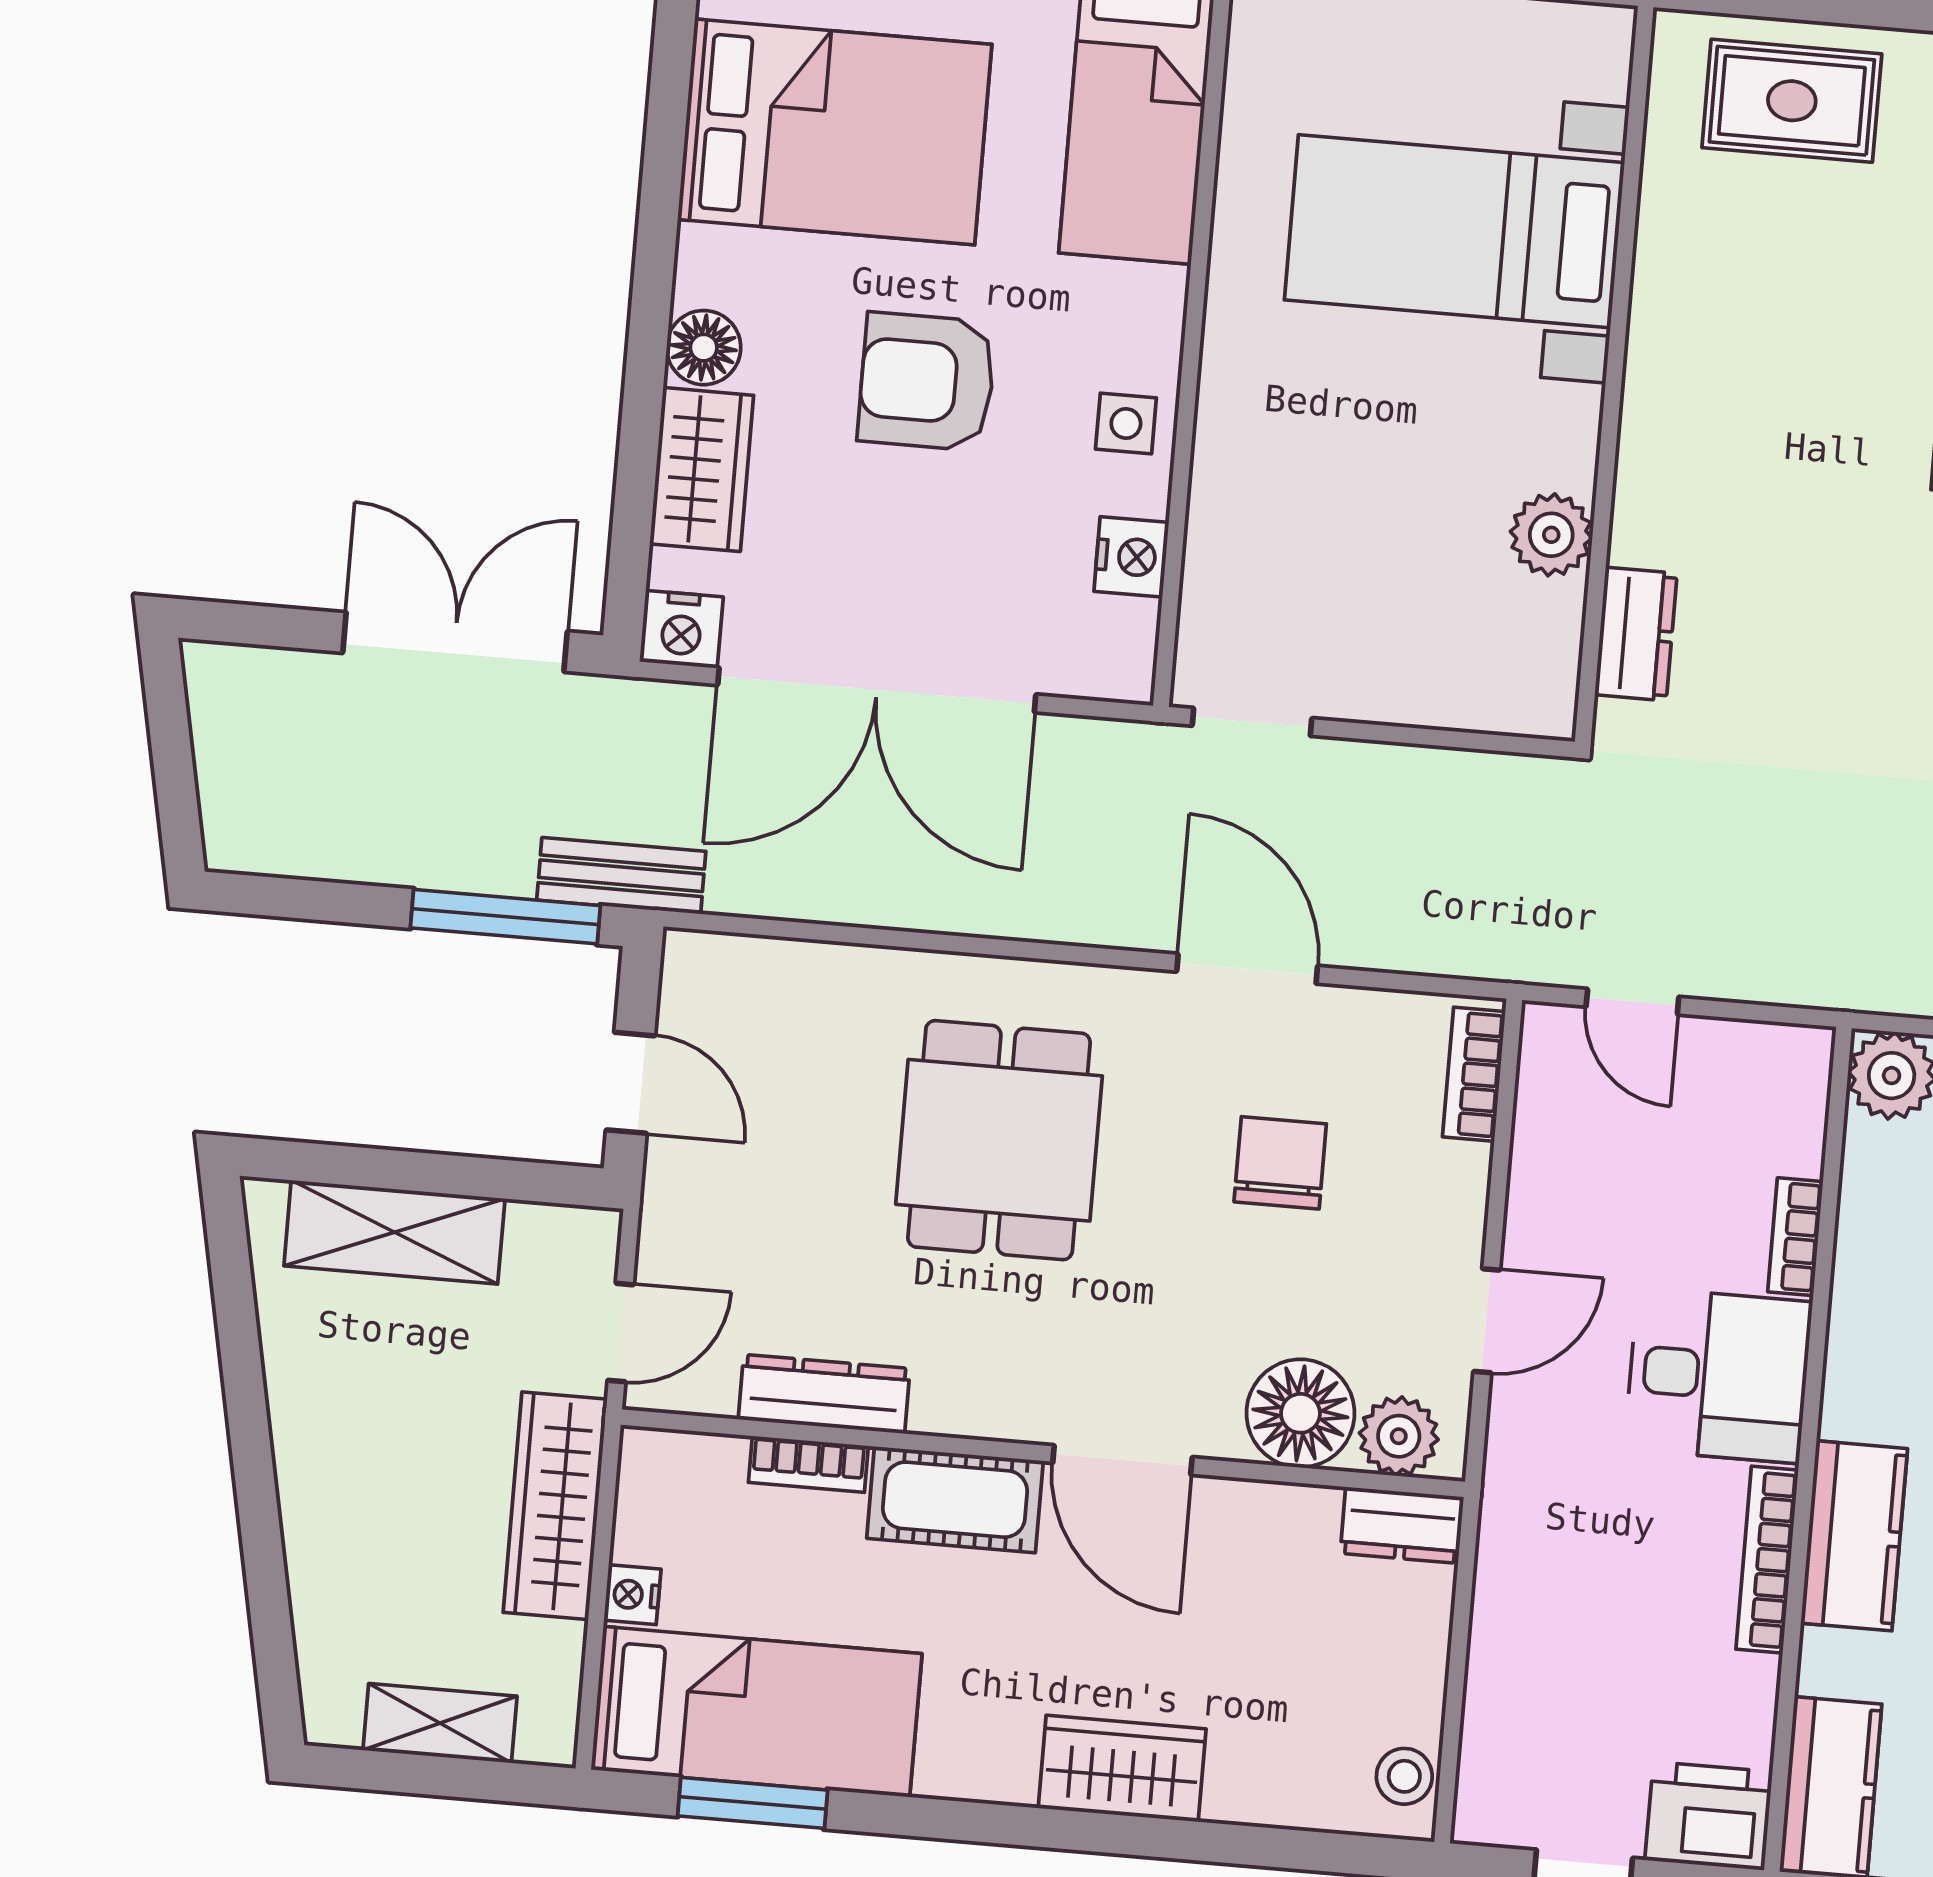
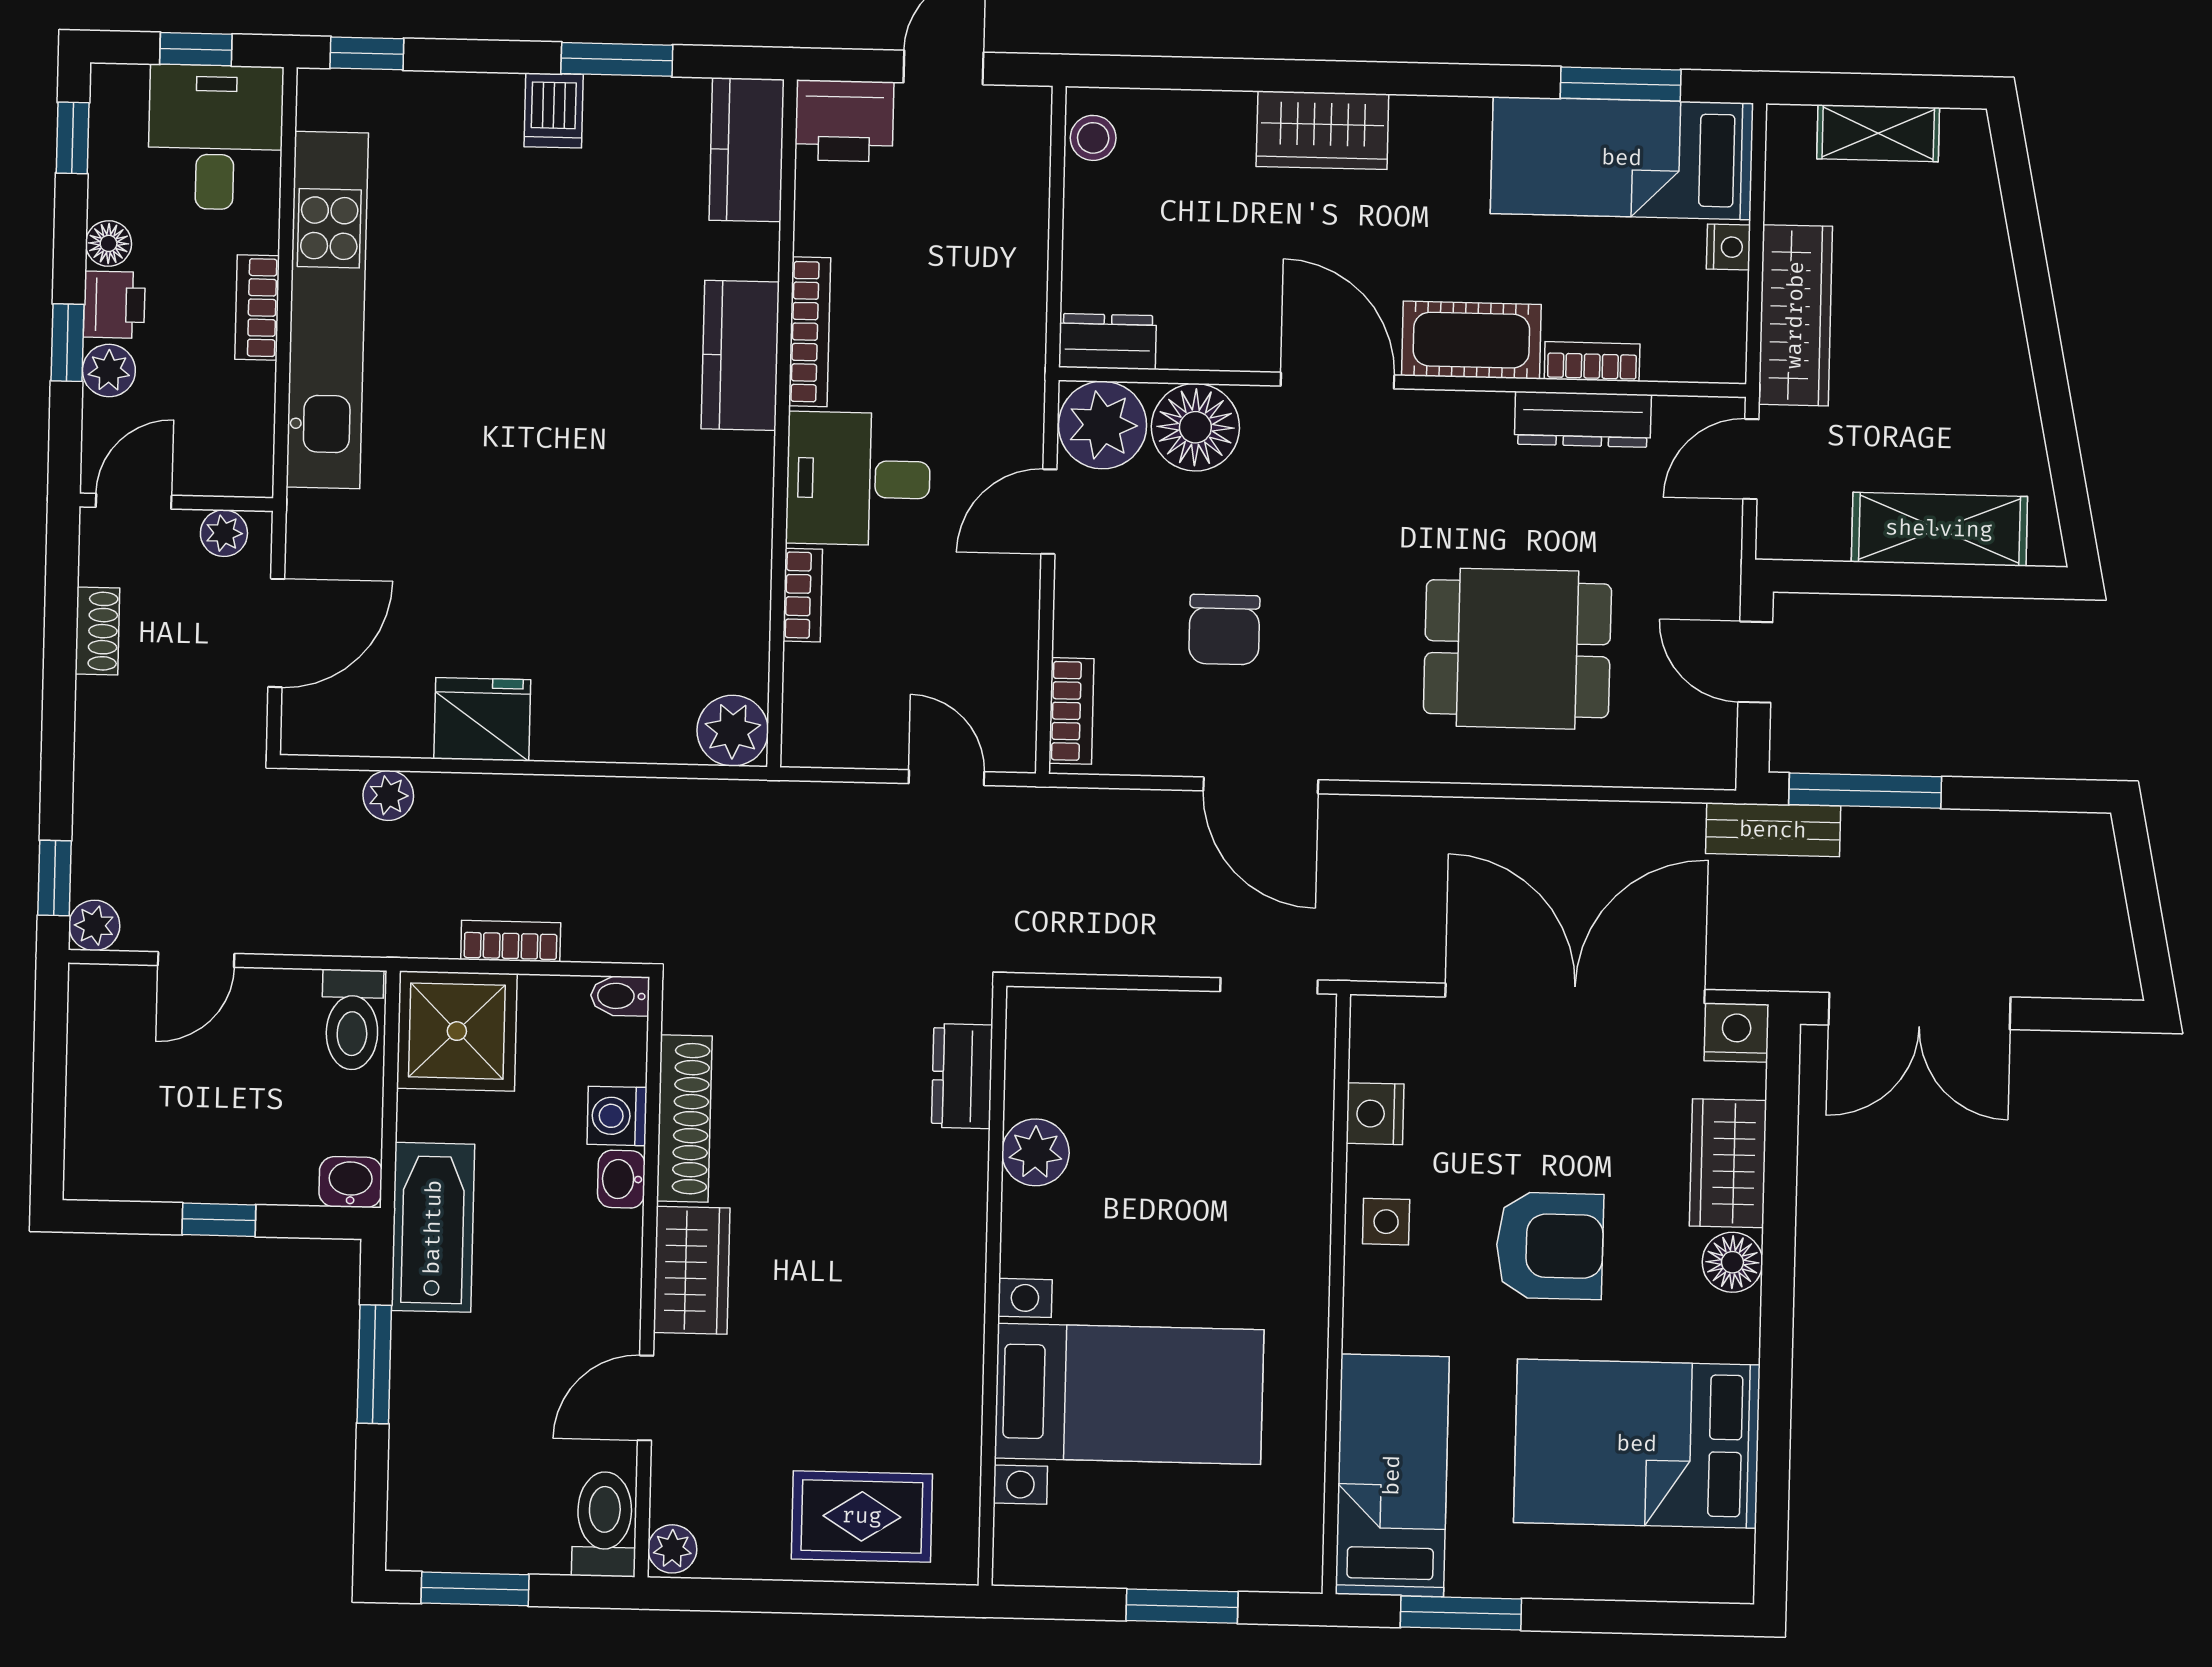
dining table: (999, 1140) -> (1517, 649), moved, turned 90
plant: (1399, 1436) -> (1103, 425), width x1.36, depth x1.36

